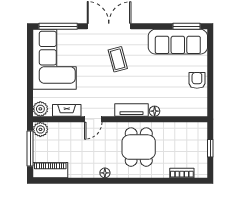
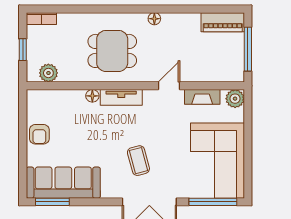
plant: (40, 129) -> (48, 73), moved
dining table: (139, 147) -> (112, 51), turned 90
bookcase: (182, 173) -> (41, 19), moved

